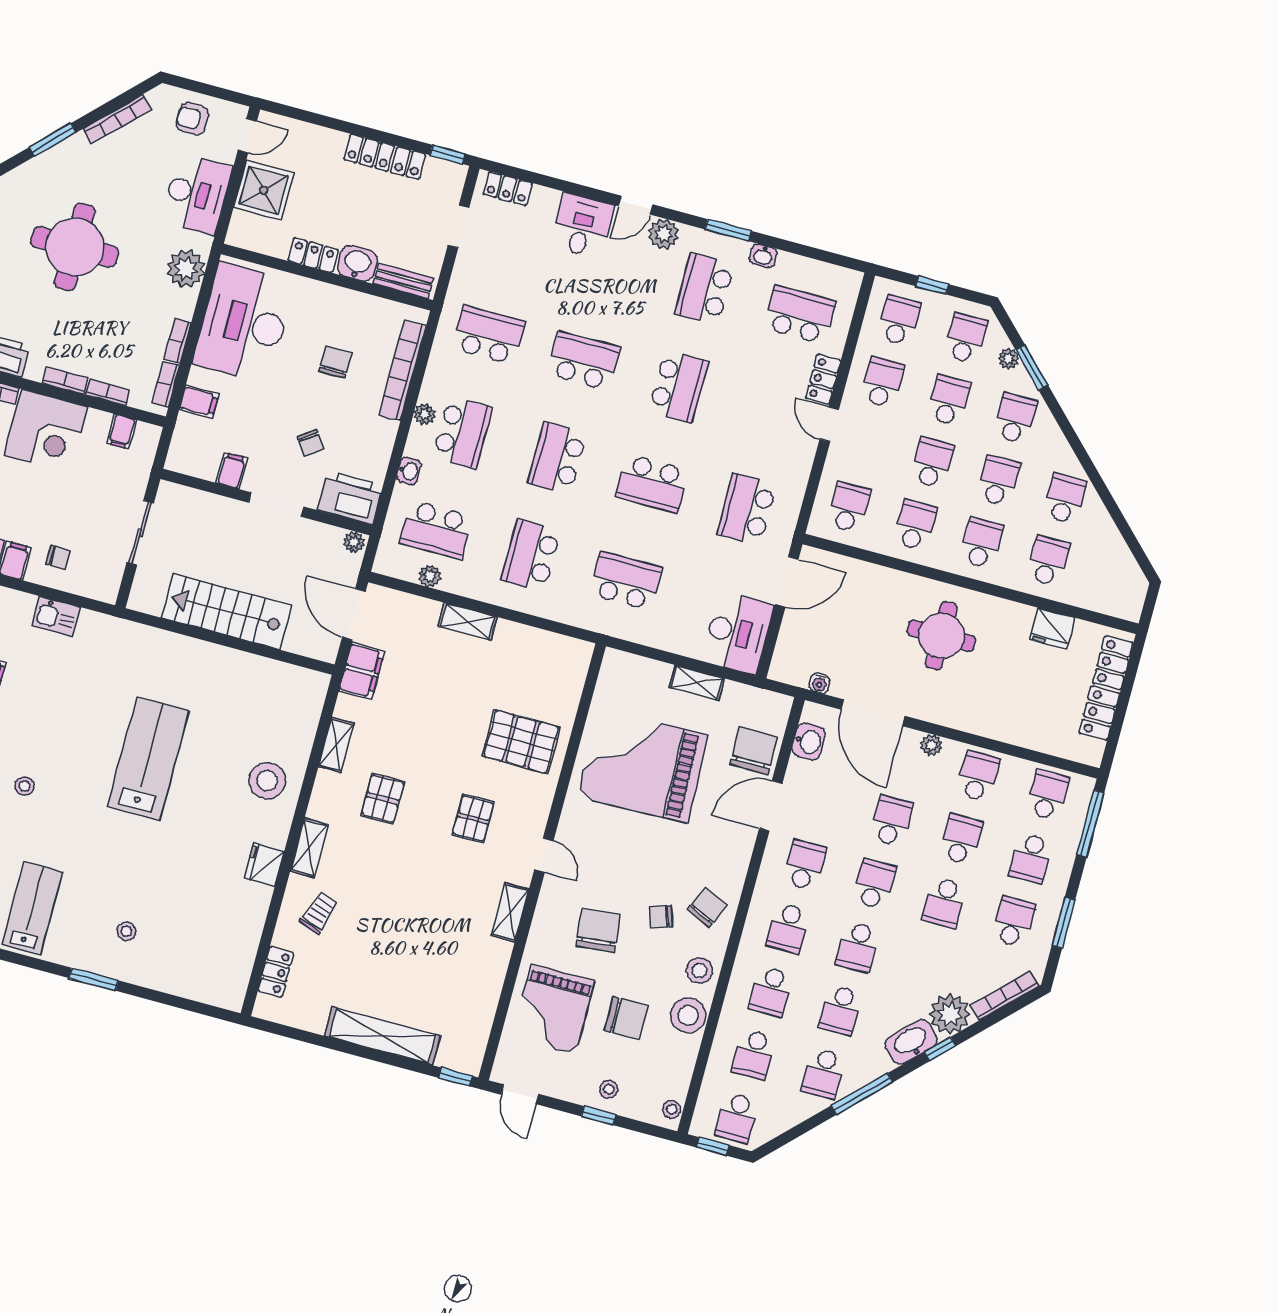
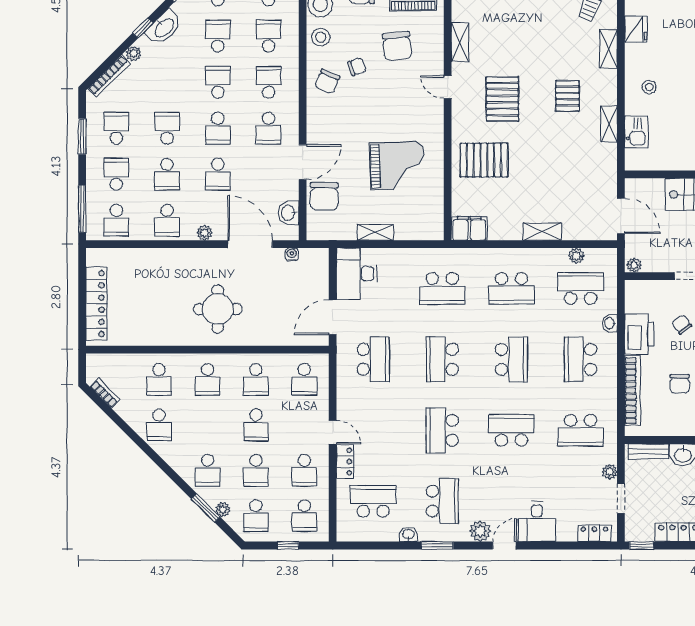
school desk: (799, 315) -> (373, 501), turned 180
school desk: (583, 361) -> (511, 430), turned 180
plant: (424, 414) -> (610, 472), moved
school desk: (998, 481) -> (207, 425), removed
school desk: (652, 484) -> (442, 359), turned -90
printer: (350, 498) -> (639, 334), moved, turned -90
school desk: (531, 555) -> (511, 288), turned 90
bookcase: (1127, 562) -> (105, 393), added
fridge: (1052, 628) -> (144, 334), removed
filing cabinet: (362, 671) -> (469, 228), moved, turned 90
kitchen sink: (302, 724) -> (636, 132), added
grand piano: (642, 766) -> (397, 166), width x0.73, depth x0.68
stool: (267, 781) -> (649, 87), width x0.53, depth x0.53
pallet: (473, 818) -> (502, 99), width x1.50, depth x1.42
school desk: (1014, 921) -> (116, 128), turned 180
plant: (950, 1014) -> (133, 53), width x0.53, depth x0.53

